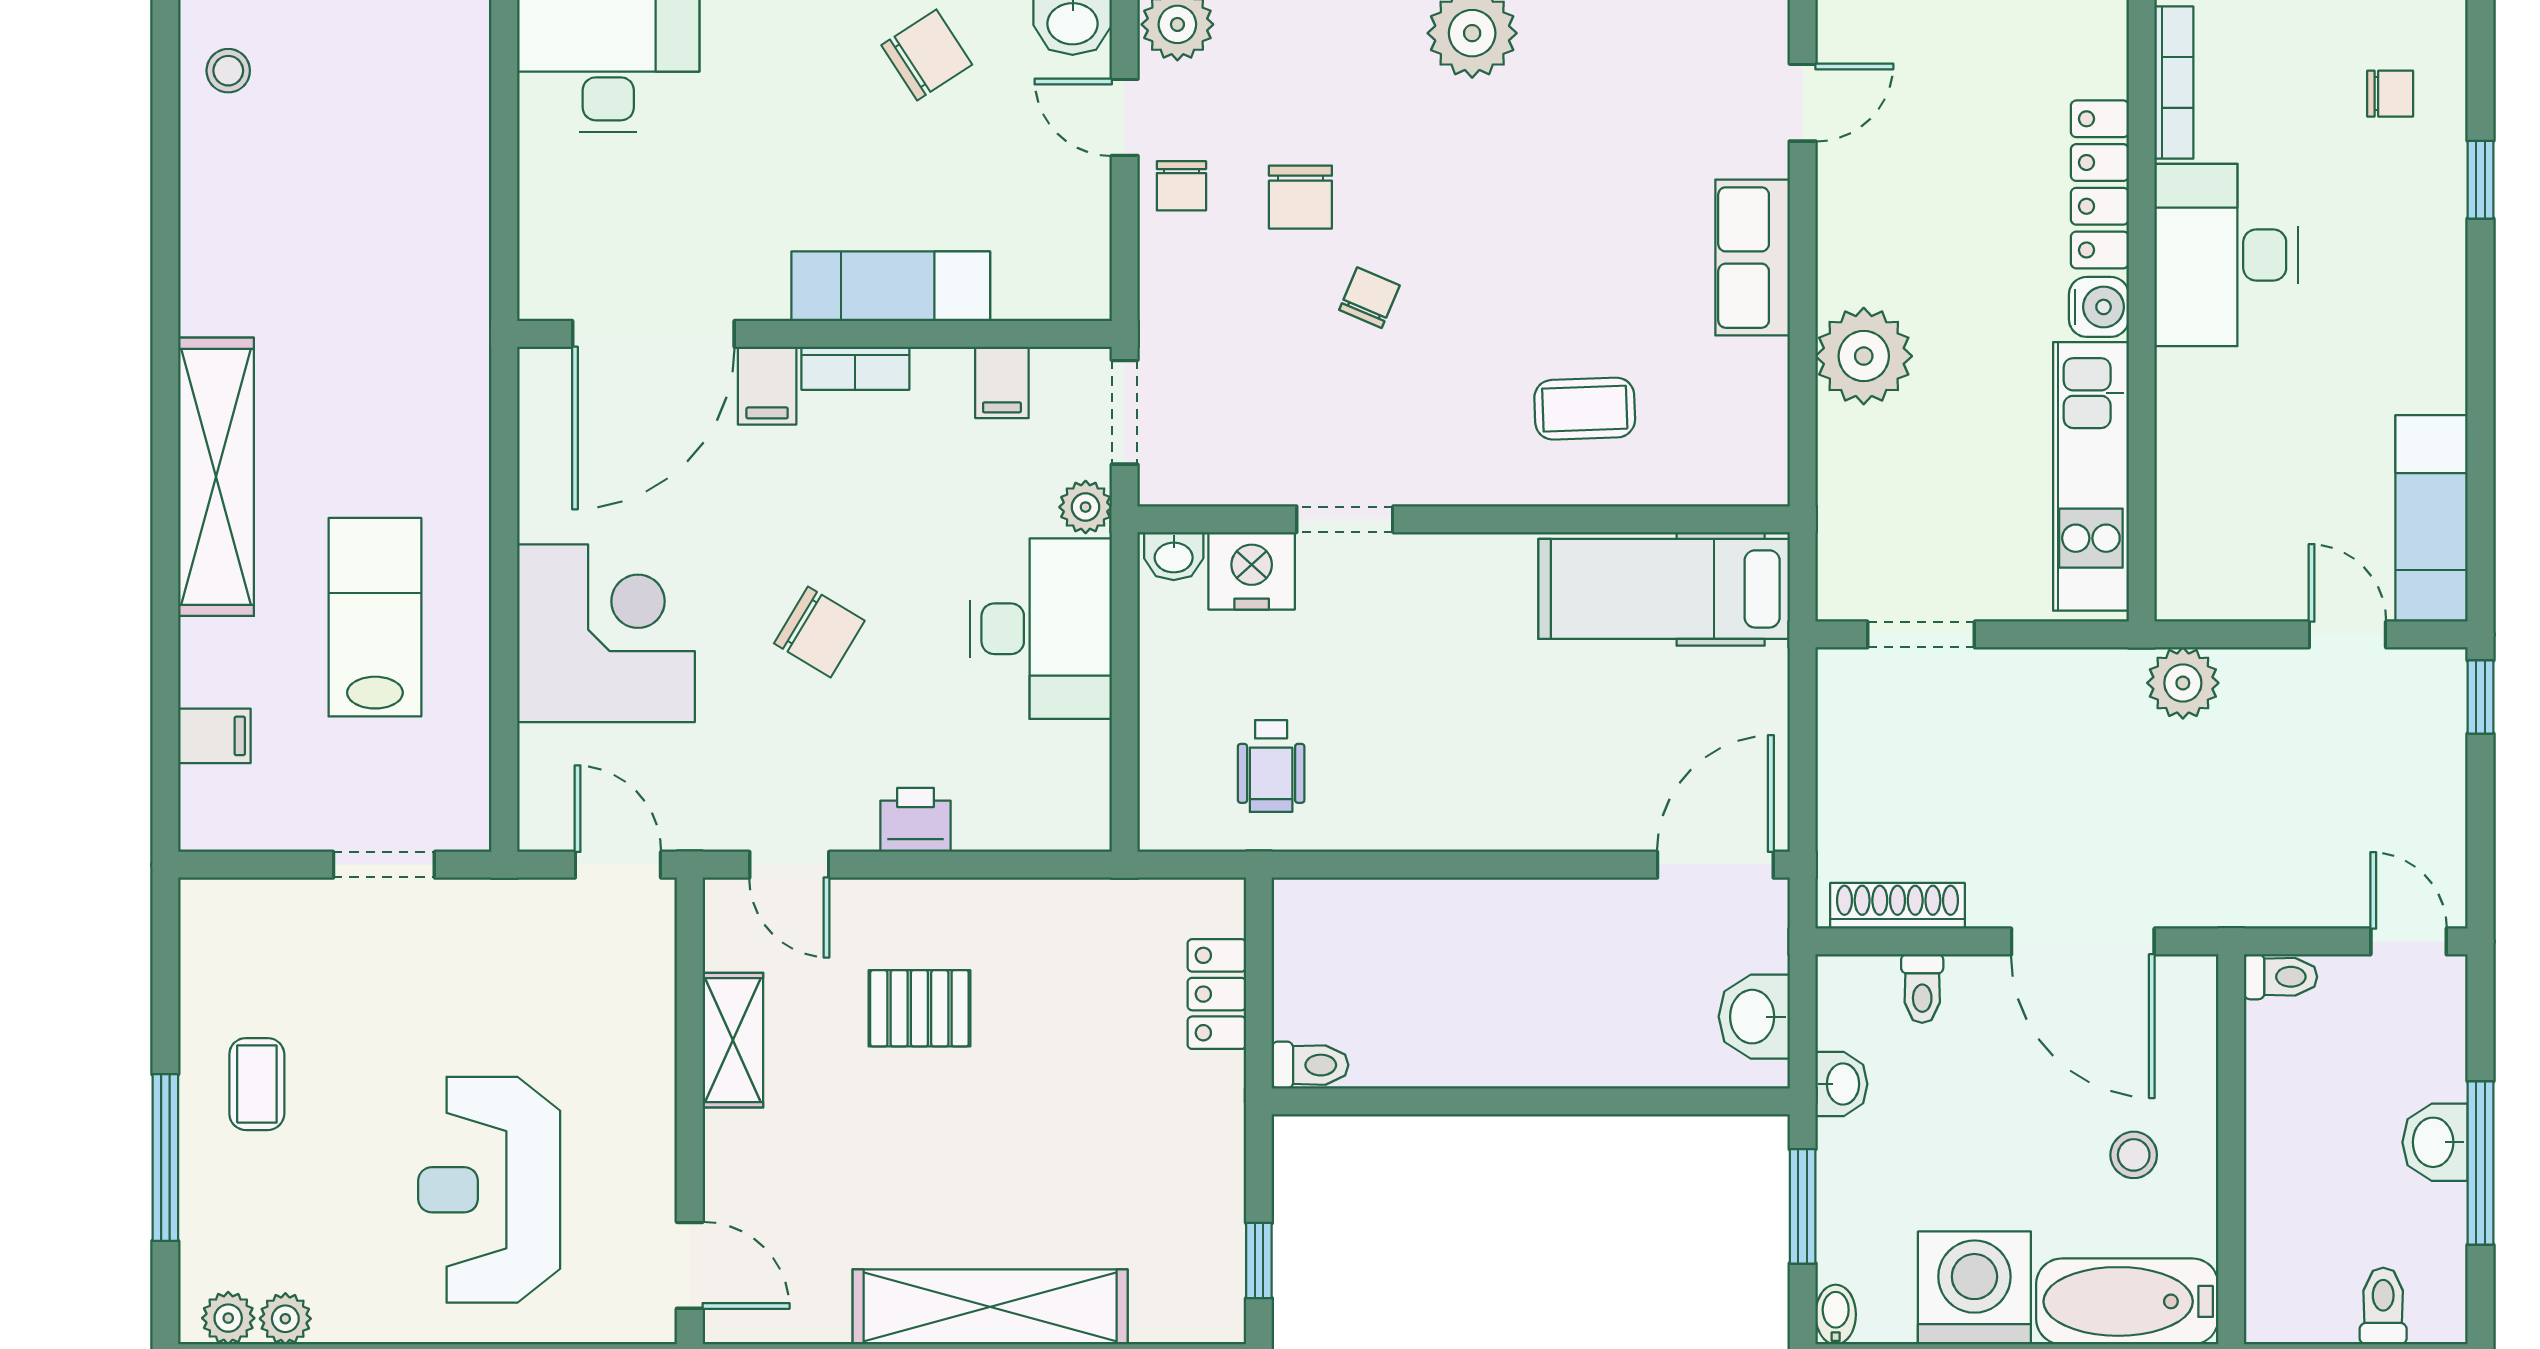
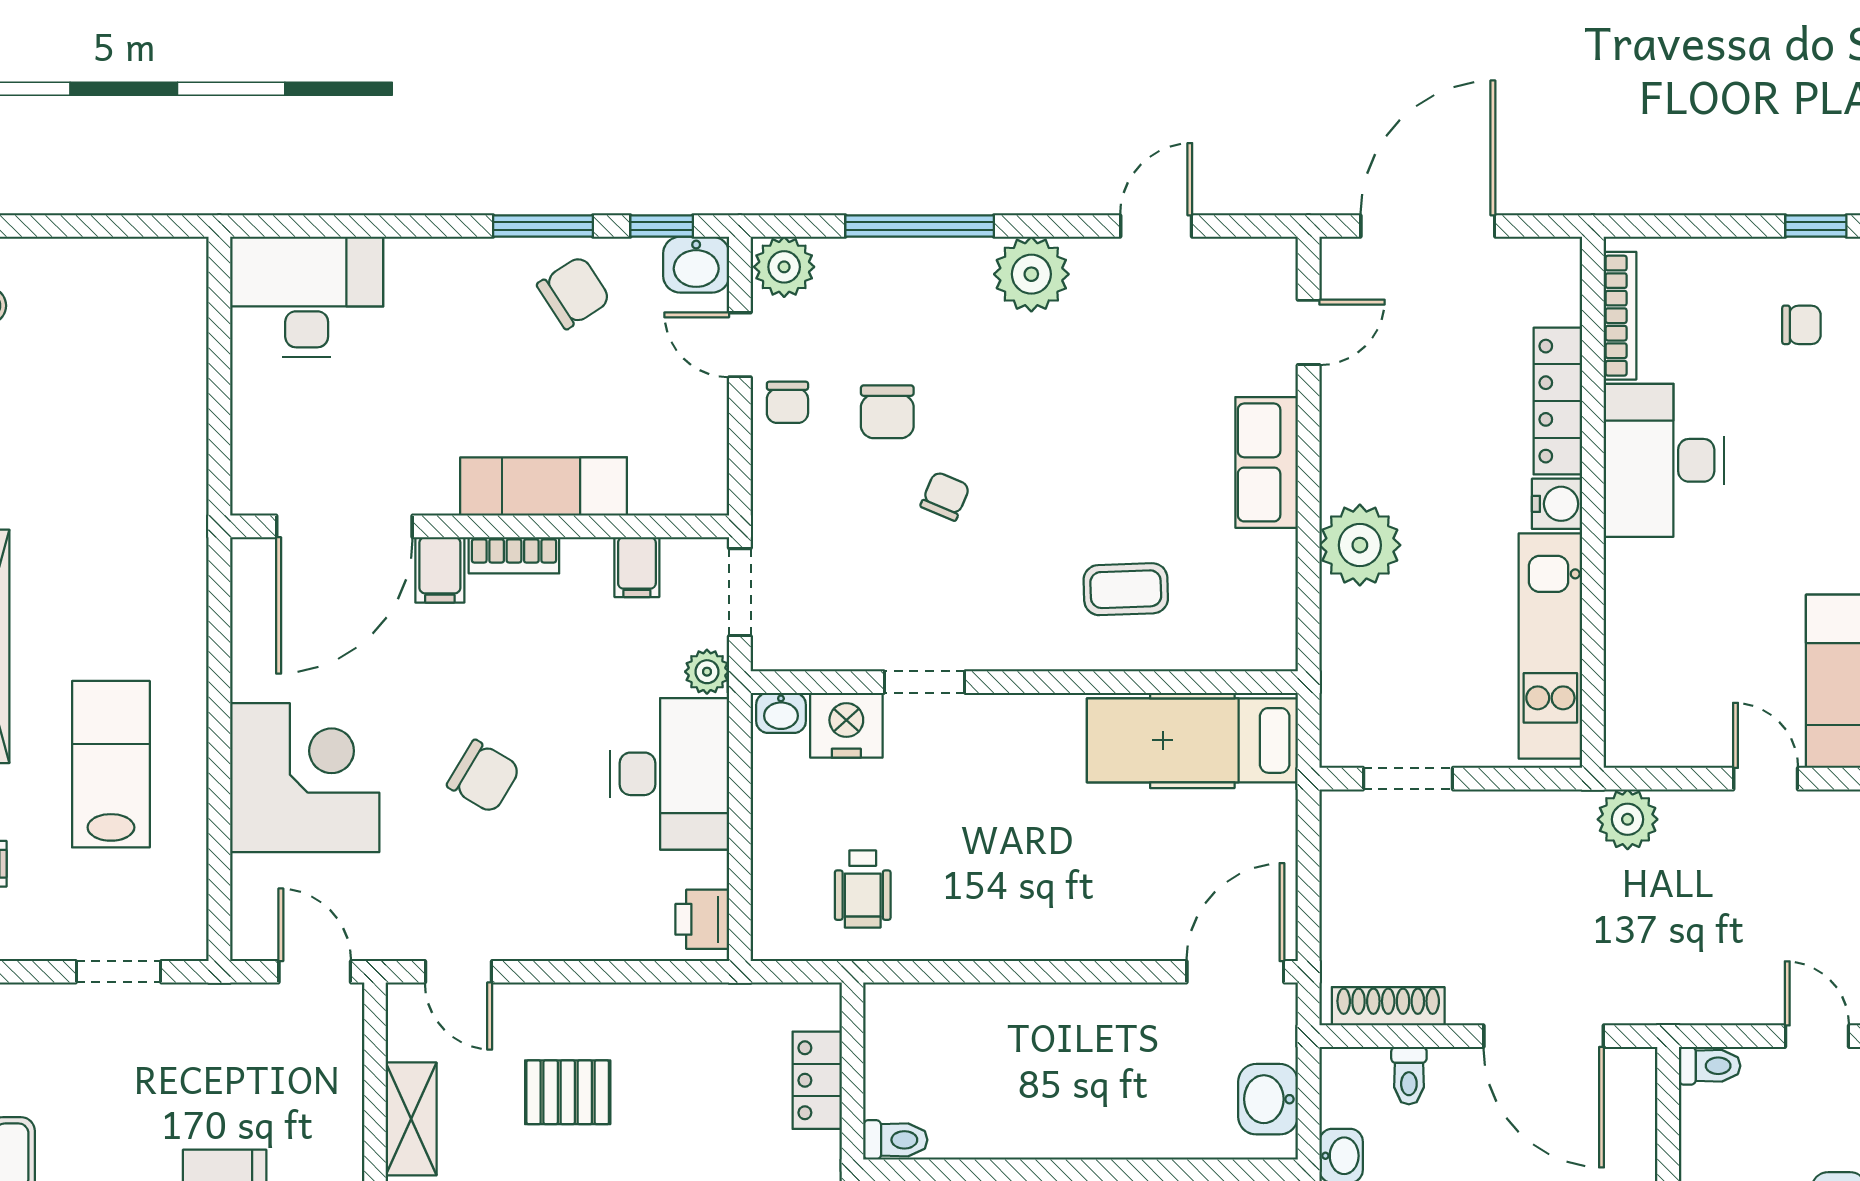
printer: (916, 820) -> (702, 919), moved, turned -90

